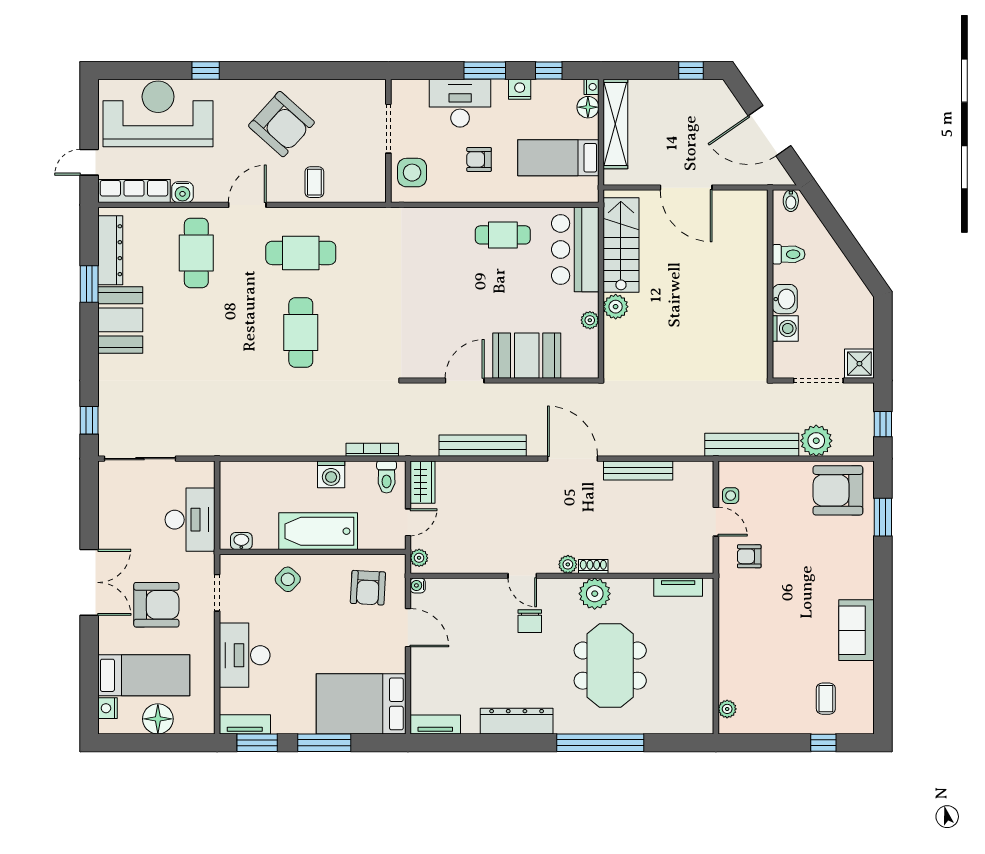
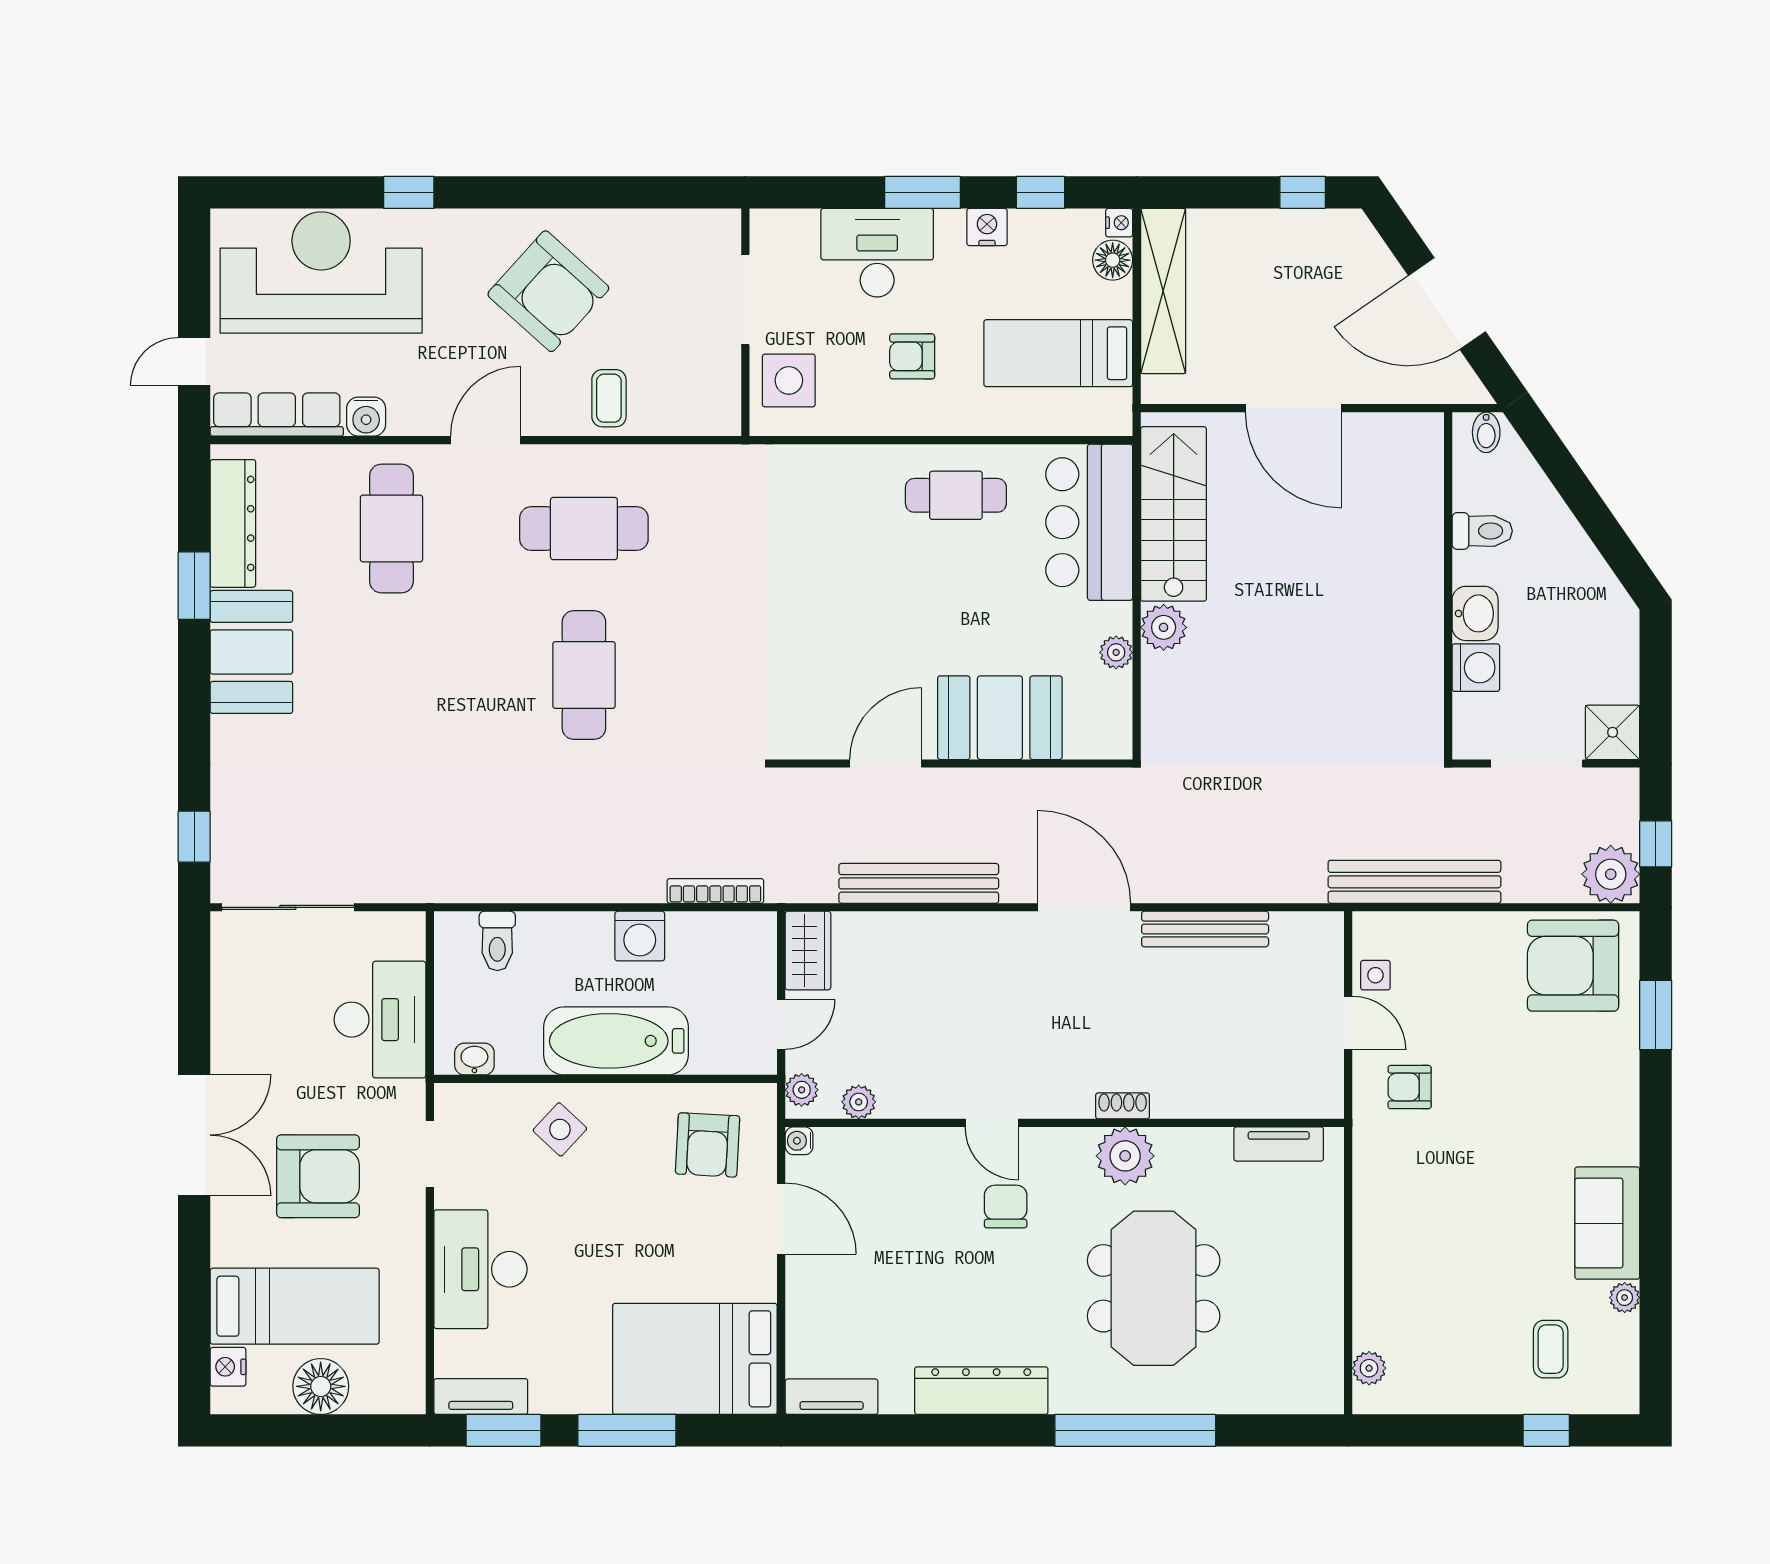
plant: (816, 441) -> (1611, 874), moved
toilet: (387, 477) -> (497, 941), moved
plant: (568, 564) -> (859, 1102), moved
chair: (530, 621) -> (1006, 1206), turned 180
plant: (866, 671) -> (1625, 1298), added

